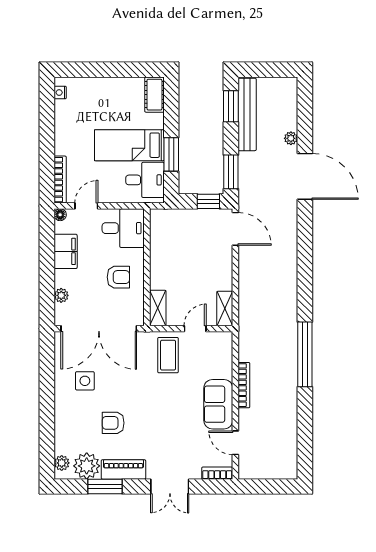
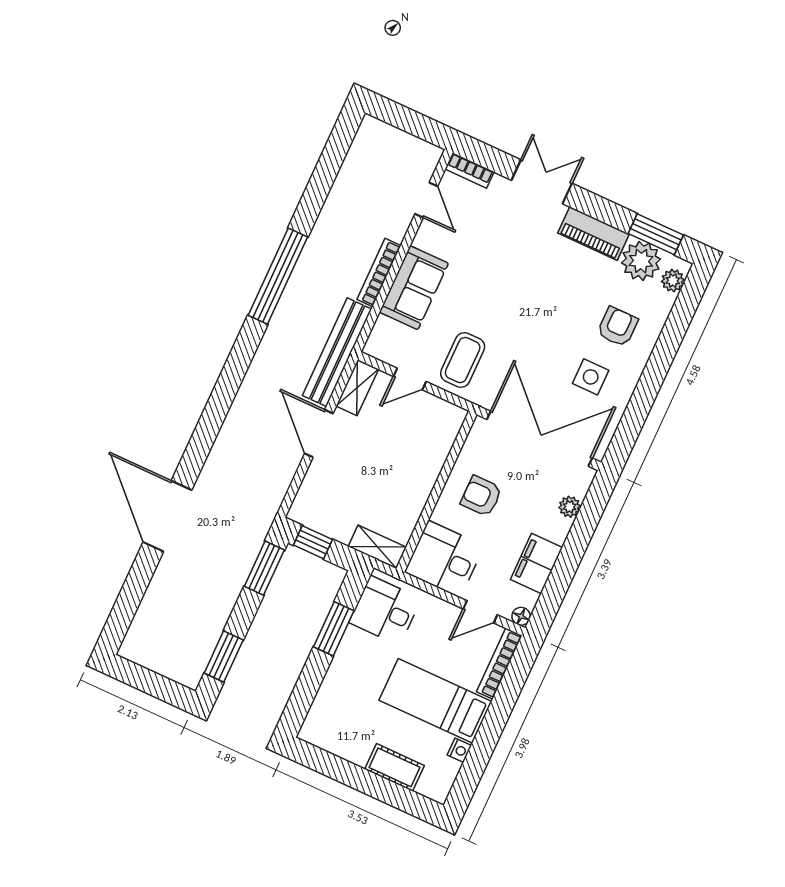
nightstand: (60, 93) -> (459, 750), moved
cot: (154, 95) -> (394, 767), moved, turned 90
bench: (247, 114) -> (337, 352), moved
plant: (291, 138) -> (163, 576), removed
bed: (129, 145) -> (435, 701), moved, turned 180
door: (235, 229) -> (319, 434), moved
shelving: (158, 308) -> (377, 547), moved, turned 90
sofa: (218, 404) -> (414, 288), moved
armchair: (113, 423) -> (617, 327), moved, turned -90
window: (105, 486) -> (656, 234), moved

